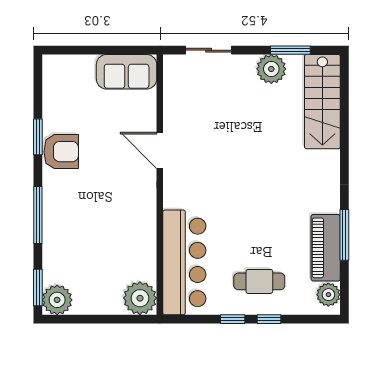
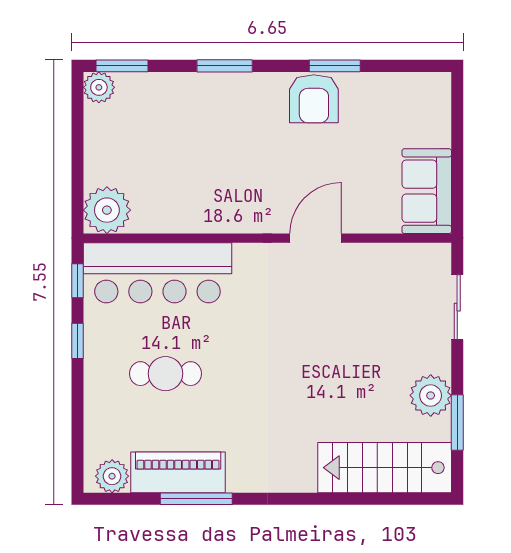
window: (38, 215) -> (225, 66), width x0.69
cafe table: (259, 281) -> (166, 374), moved, turned 90
plant: (57, 300) -> (99, 87), width x0.73, depth x0.73
window: (269, 319) -> (77, 281), moved

